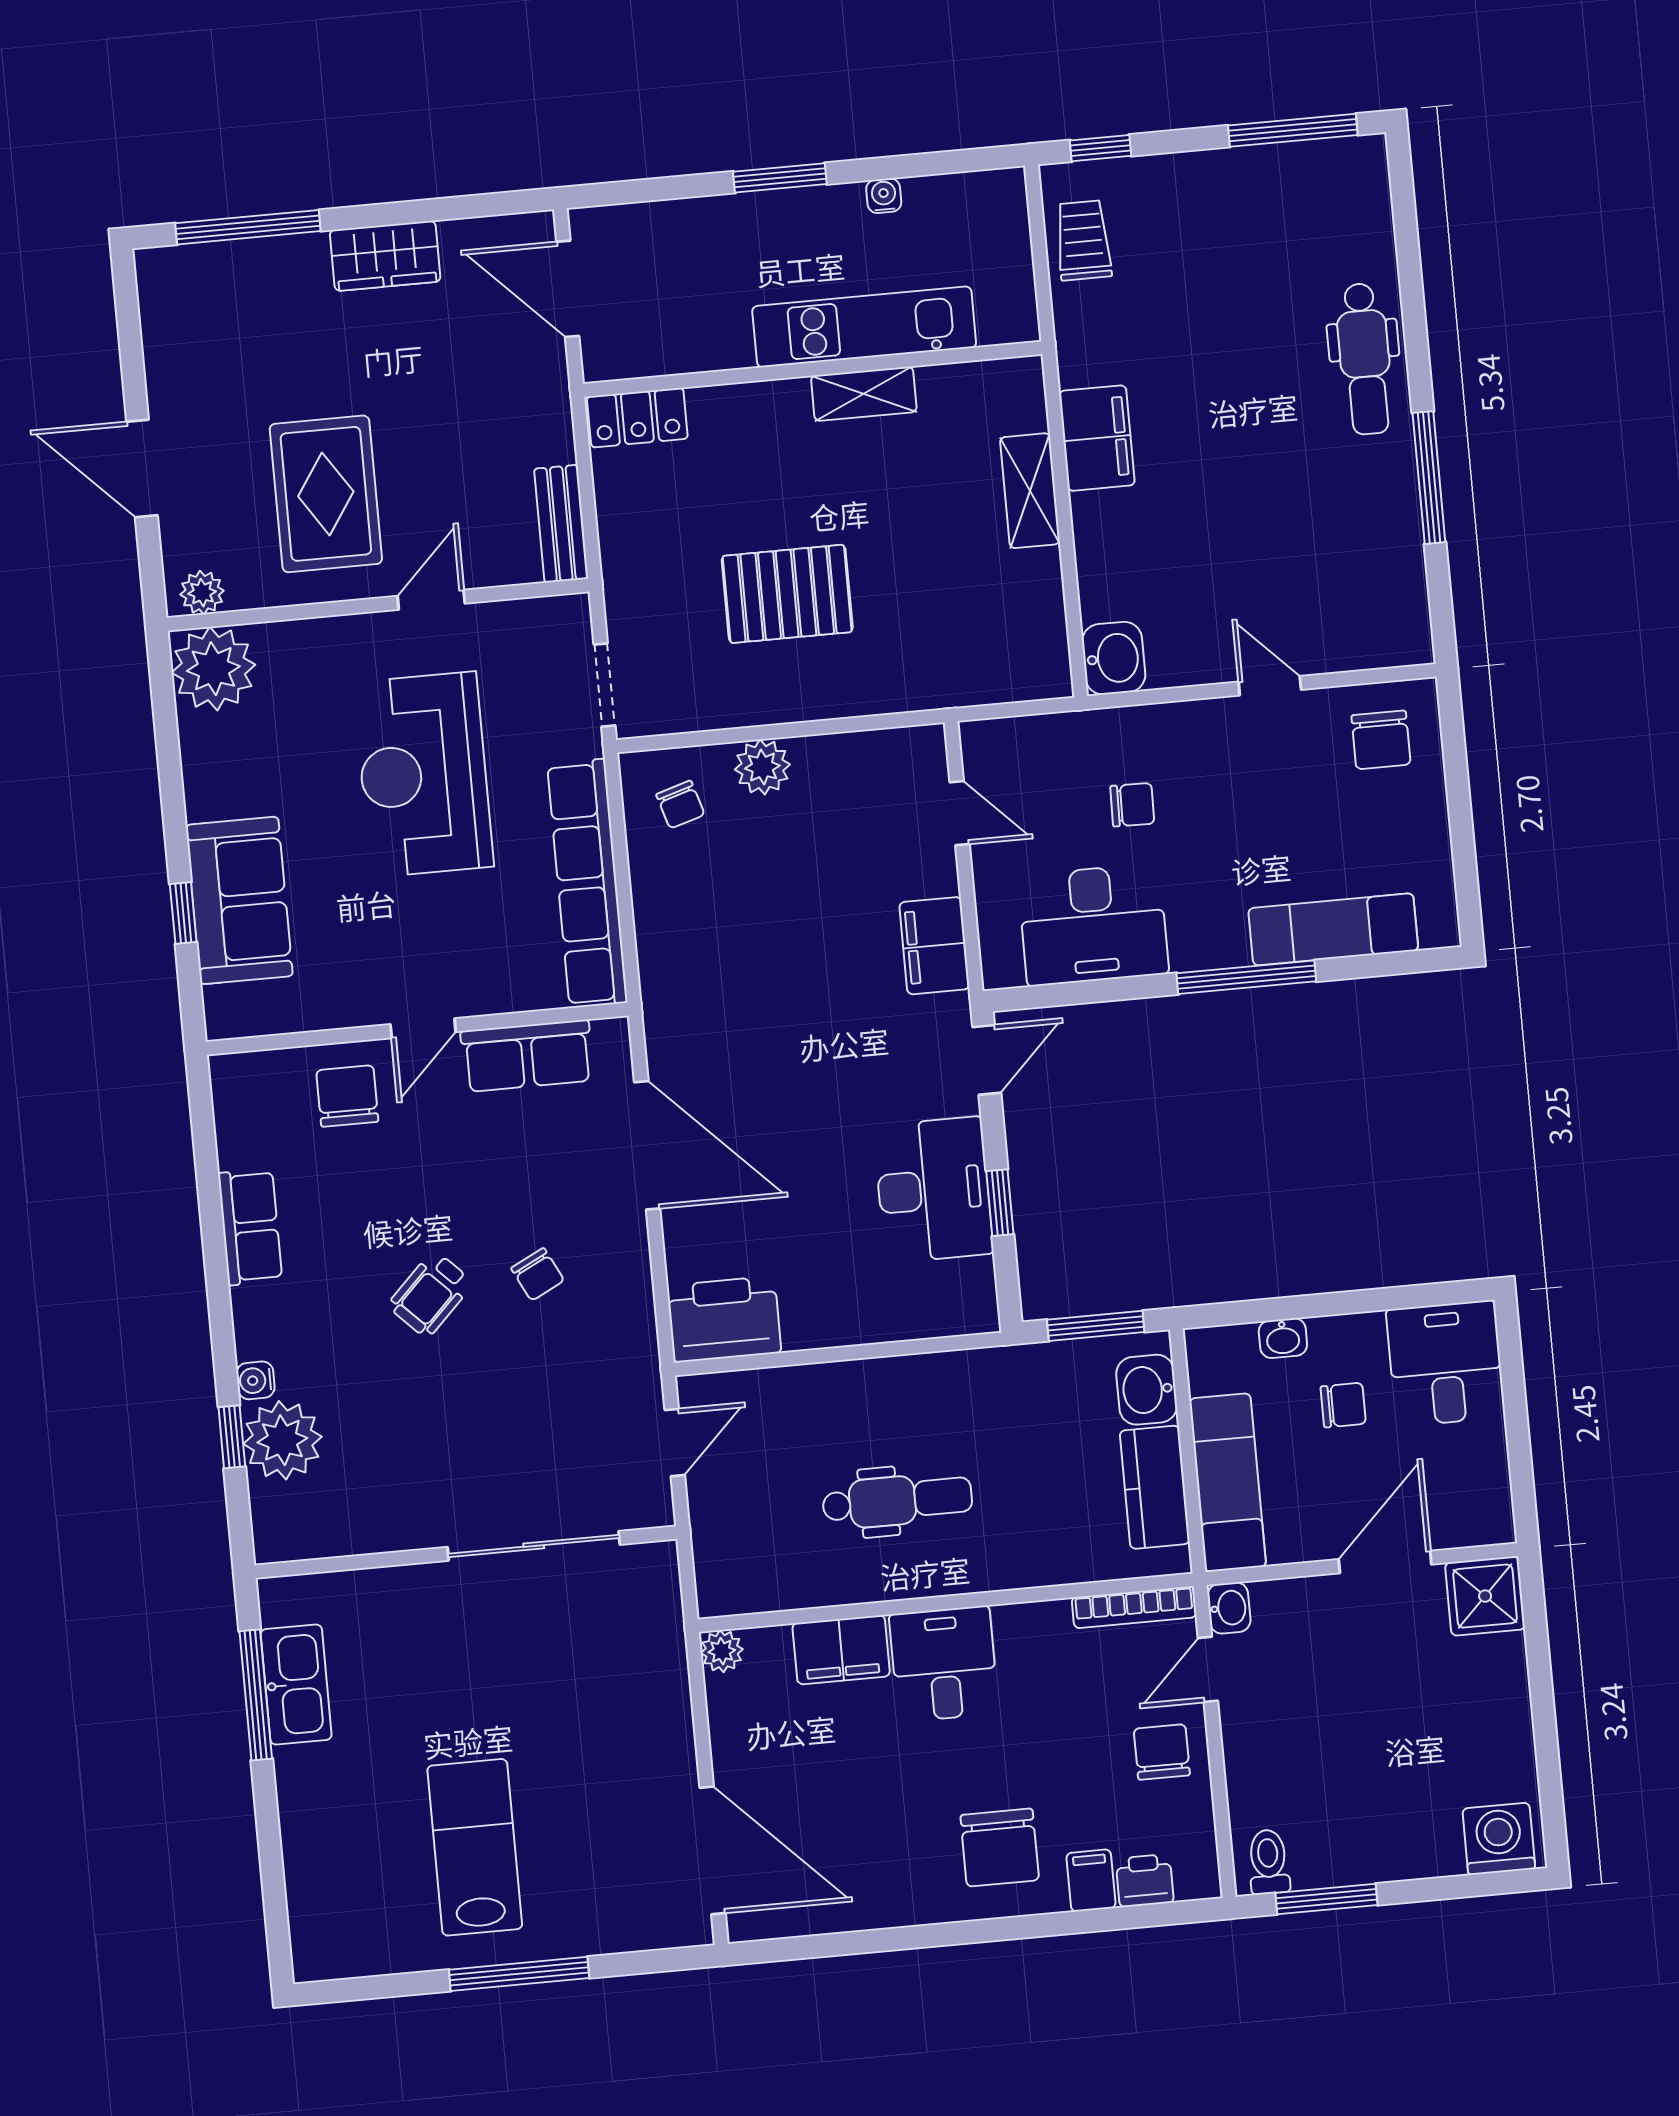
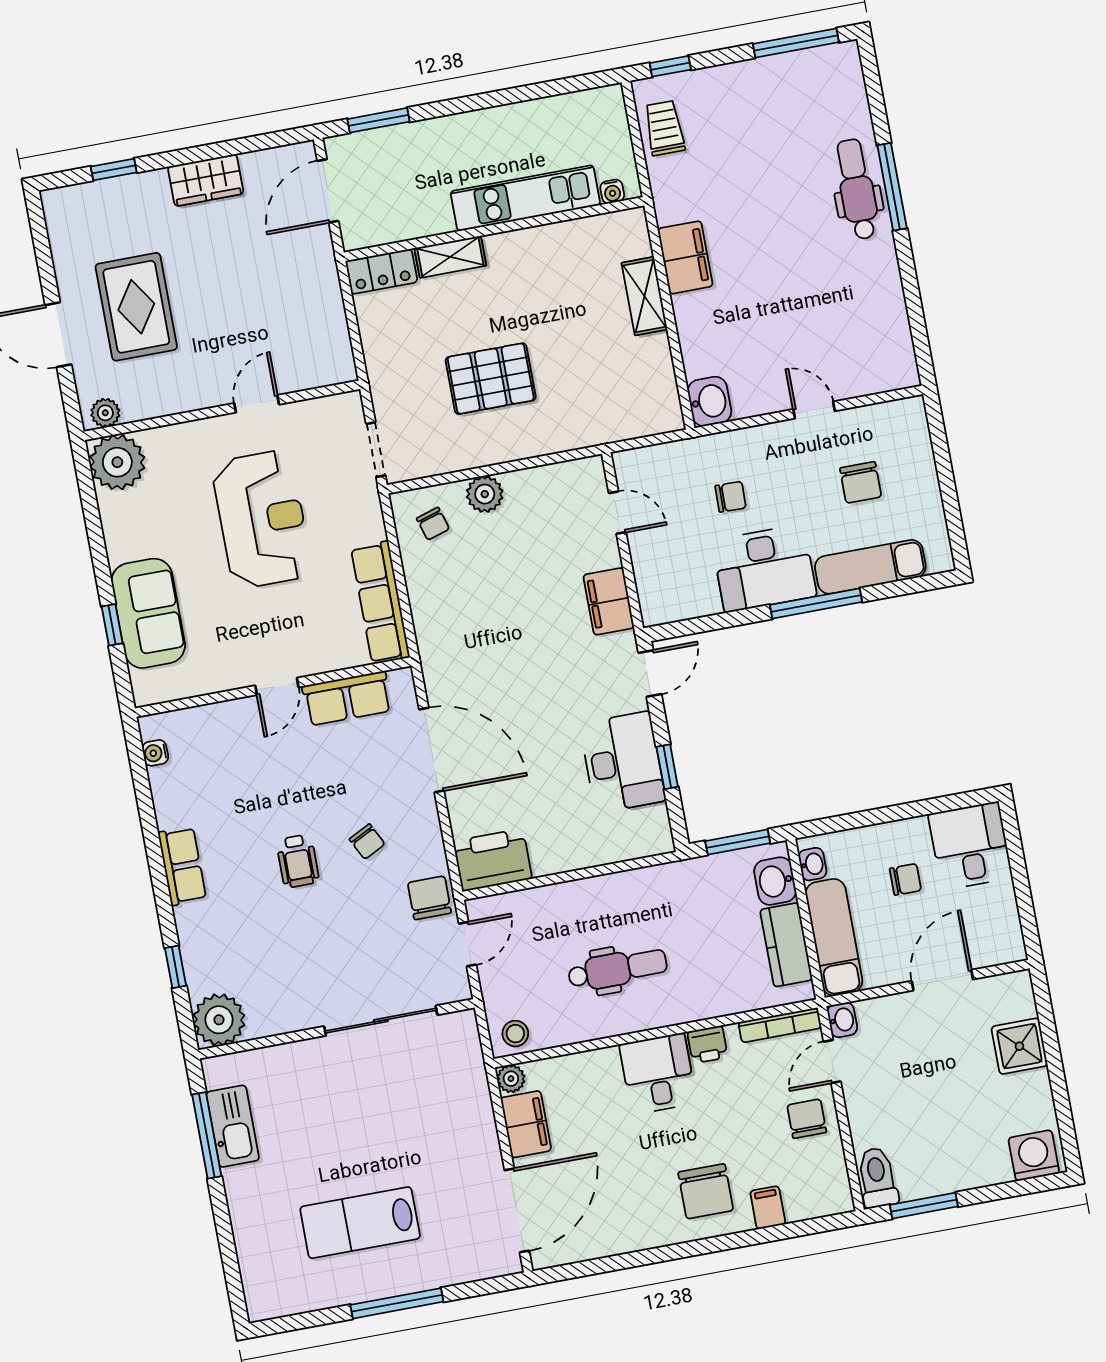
window: (780, 178) -> (378, 120), moved
water cooler: (884, 196) -> (612, 192), moved, turned 180
window: (248, 227) -> (114, 169), width x0.46
door: (568, 289) -> (328, 191), hinge flipped
dental chair: (1365, 359) -> (857, 189), turned 180
shelving: (864, 394) -> (450, 257), moved
window: (1429, 478) -> (892, 187), moved
rug: (326, 494) -> (136, 307), moved
bench: (561, 524) -> (338, 346), removed
chair: (1381, 740) -> (861, 482), moved
reception desk: (423, 774) -> (262, 519), turned 180
row of seats: (587, 883) -> (380, 602), width x0.73
desk: (1093, 925) -> (764, 568), moved
chair: (347, 1096) -> (429, 898), moved
row of seats: (250, 1227) -> (182, 866), moved
wheelchair: (430, 1294) -> (298, 861), turned -45
washbasin: (1283, 1338) -> (813, 864), moved, turned -90
water cooler: (256, 1380) -> (155, 753), moved
plant: (282, 1440) -> (219, 1020), moved
stool: (735, 1584) -> (515, 1034), added
shower: (1485, 1596) -> (1019, 1046), moved
filing cabinet: (841, 1650) -> (526, 1124), moved, turned -90
lab bench: (475, 1847) -> (360, 1223), turned -90
door: (713, 1850) -> (517, 1210), hinge flipped
toilet: (1269, 1862) -> (877, 1178), width x1.37, depth x1.39
printer: (1145, 1881) -> (708, 1045), moved, turned 180

